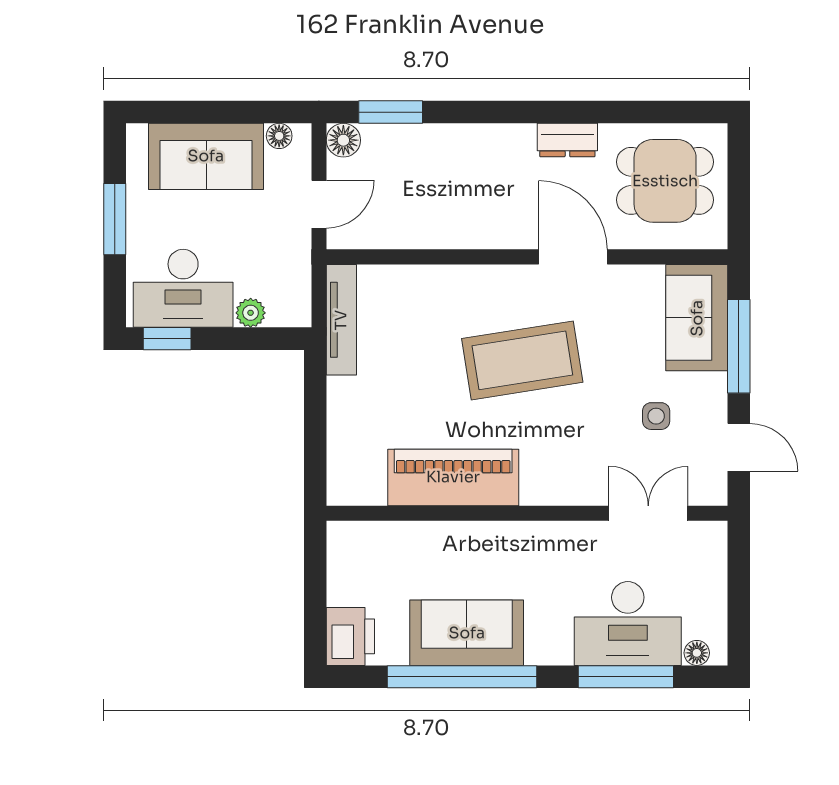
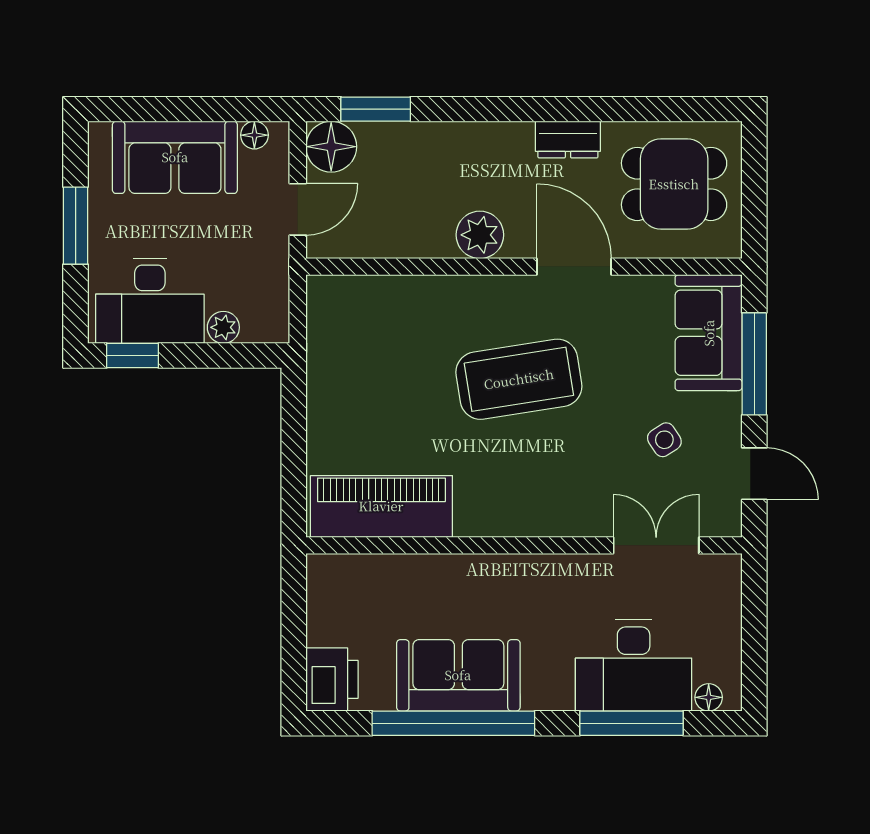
floor lamp: (343, 140) -> (331, 147), width x1.38, depth x1.38
plant: (486, 228) -> (480, 235), added
tv unit: (341, 320) -> (322, 335), removed
side table: (656, 416) -> (664, 440), turned -33
piano: (453, 477) -> (381, 506), moved

